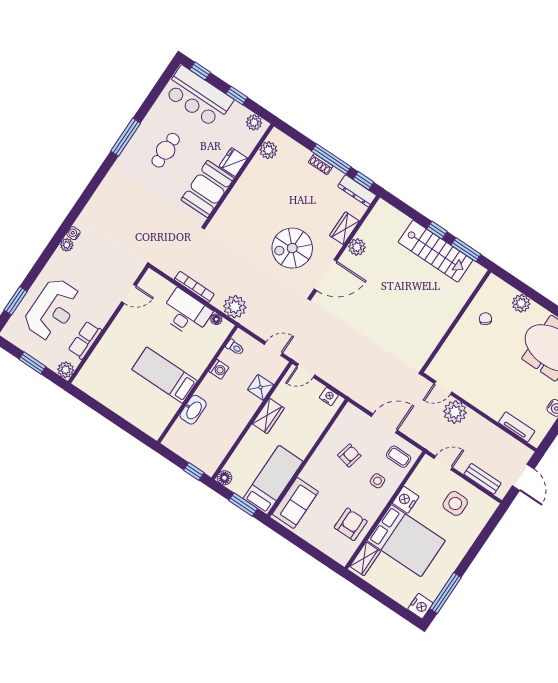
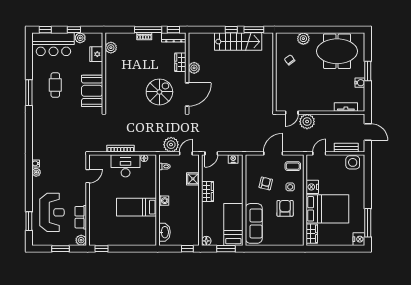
plant: (254, 122) -> (80, 38), moved
fridge: (233, 162) -> (96, 54), moved
spiral stairs: (292, 248) -> (159, 92), turned 180
plant: (235, 307) -> (171, 145), moved
washing machine: (219, 369) -> (164, 201), moved
window: (84, 398) -> (101, 249), added
washbasin: (193, 410) -> (165, 232), moved
sofa: (295, 503) -> (254, 223), width x1.36
side table: (455, 503) -> (353, 162), moved
armchair: (351, 524) -> (285, 208), moved

